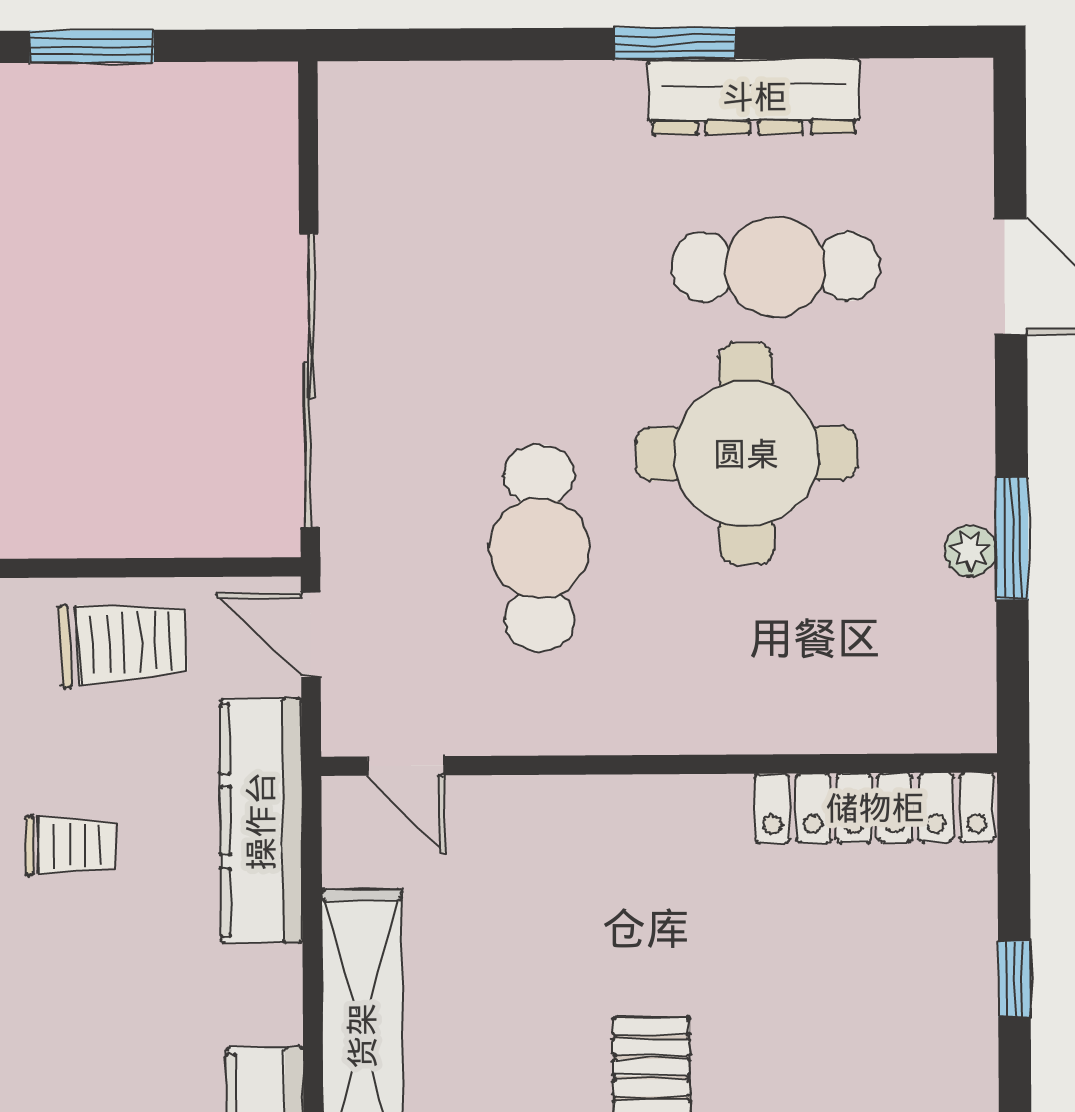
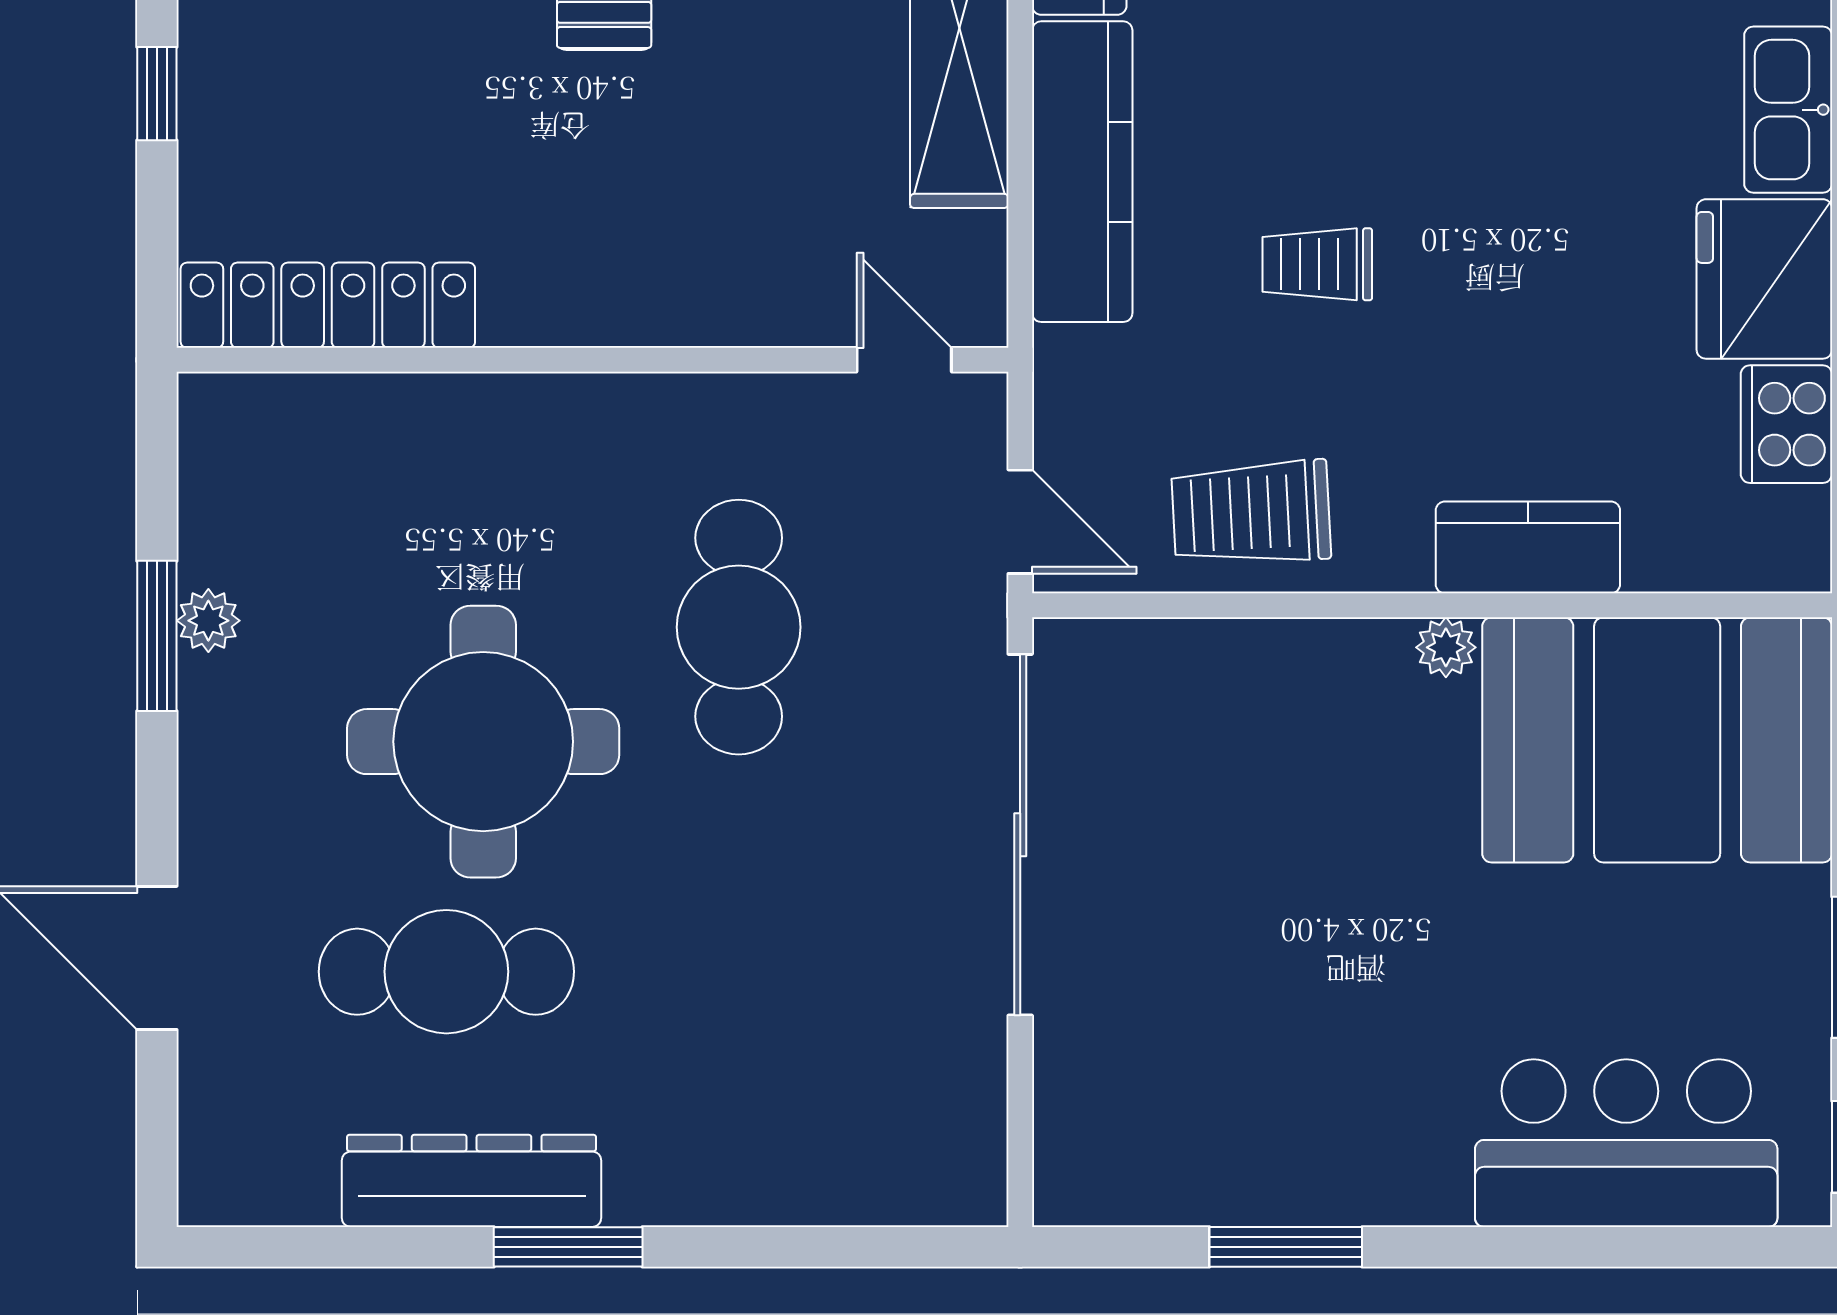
kitchen counter: (261, 821) -> (1082, 172), moved

